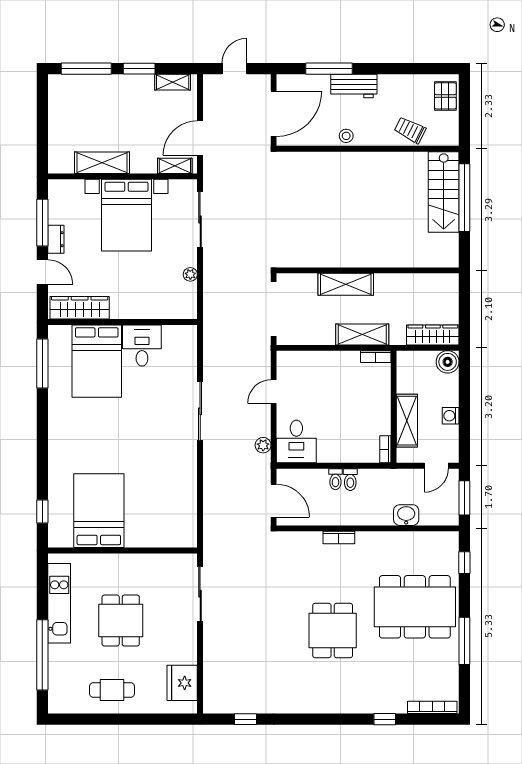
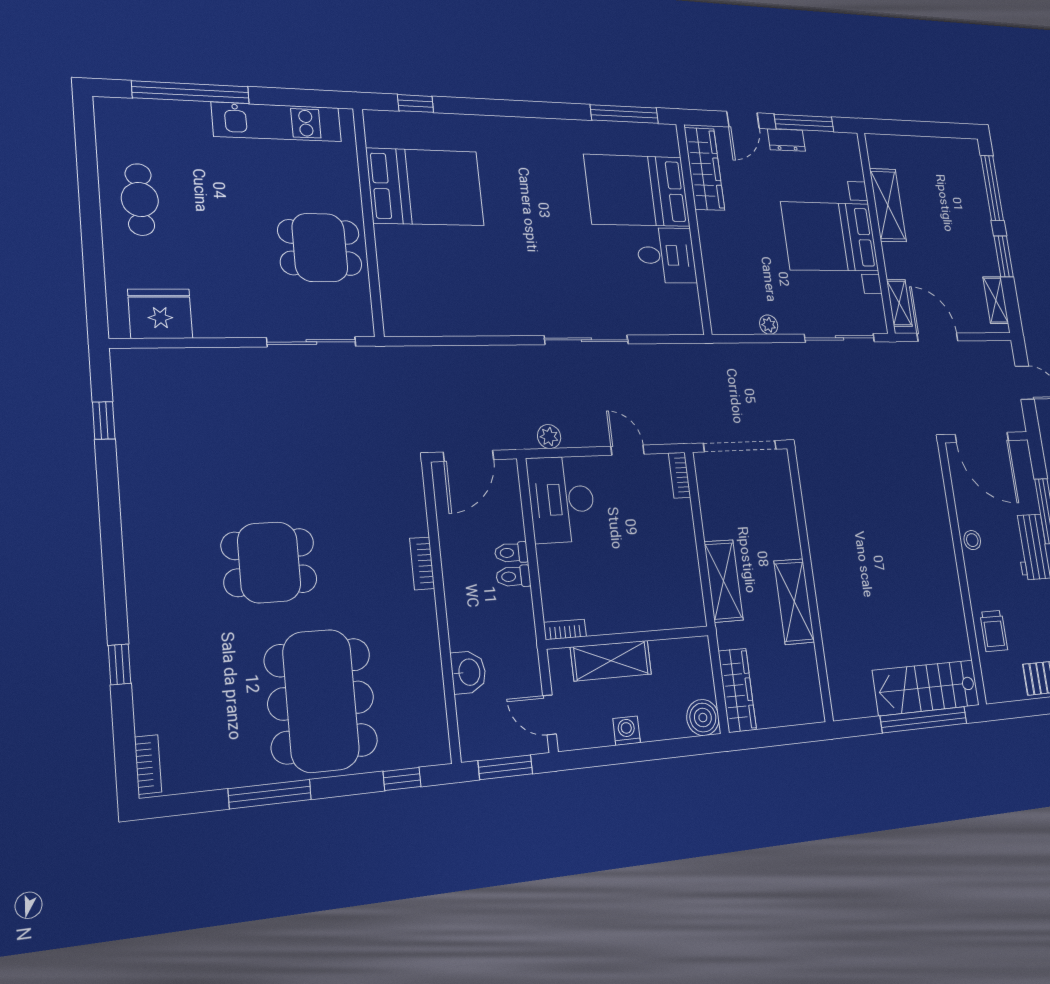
trolley: (410, 130) -> (994, 631), turned 153
shelving: (346, 284) -> (794, 602), moved
bookcase: (376, 357) -> (680, 475), moved
desk: (296, 442) -> (562, 499), width x1.37
dining table: (121, 621) -> (320, 248), moved
bookcase: (432, 707) -> (148, 765), width x0.64

